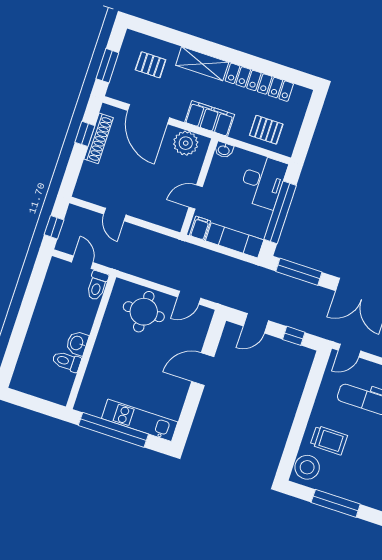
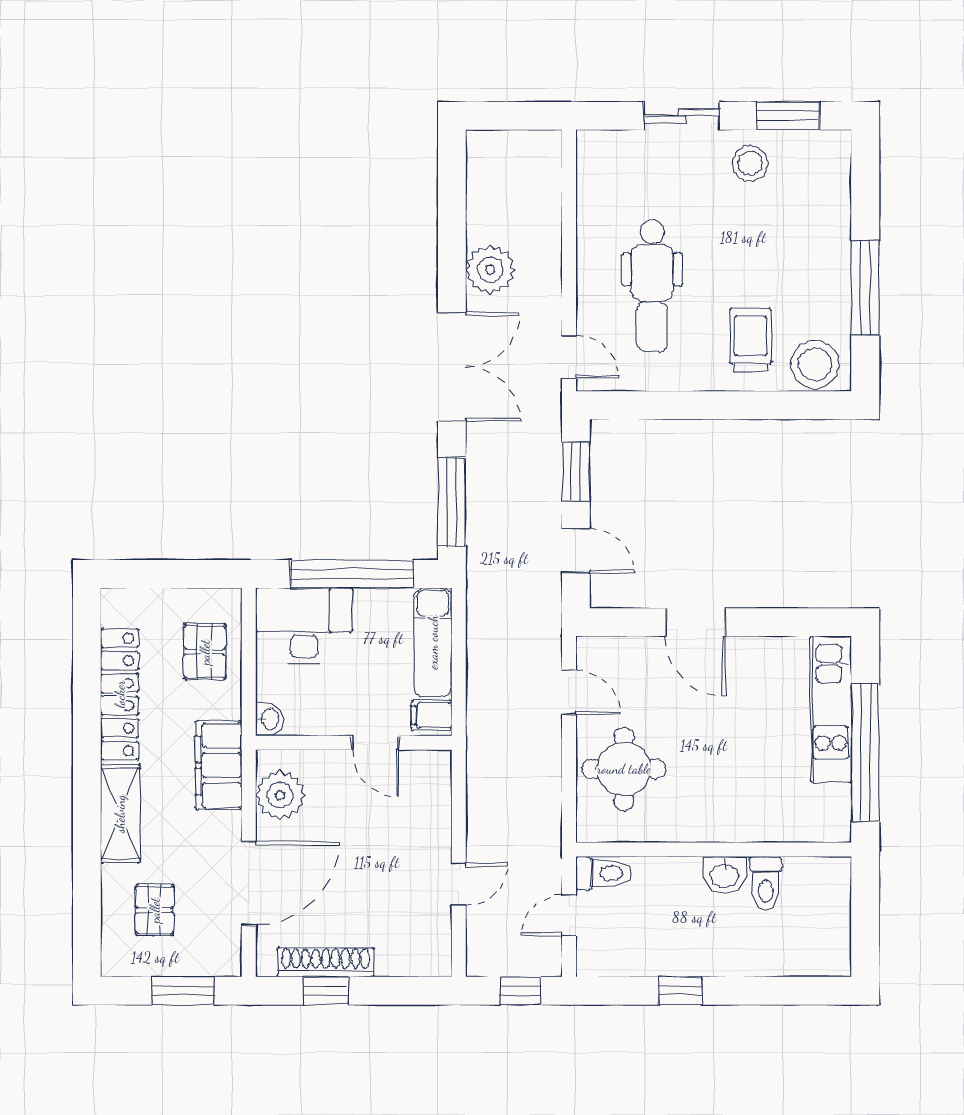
window: (29, 304) -> (680, 991), added
window: (294, 336) -> (576, 471), width x1.50

